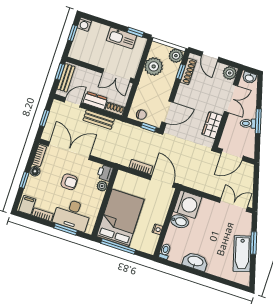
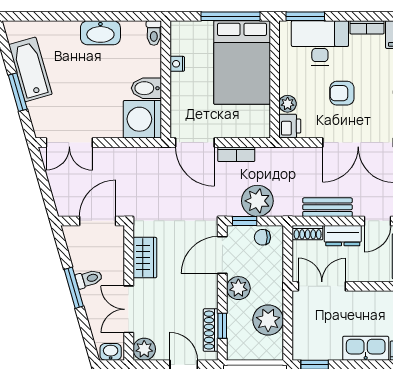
kitchen sink: (122, 38) -> (366, 348), moved
plant: (176, 56) -> (238, 288), moved
plant: (137, 136) -> (257, 201), added
window: (66, 229) -> (305, 16), moved

